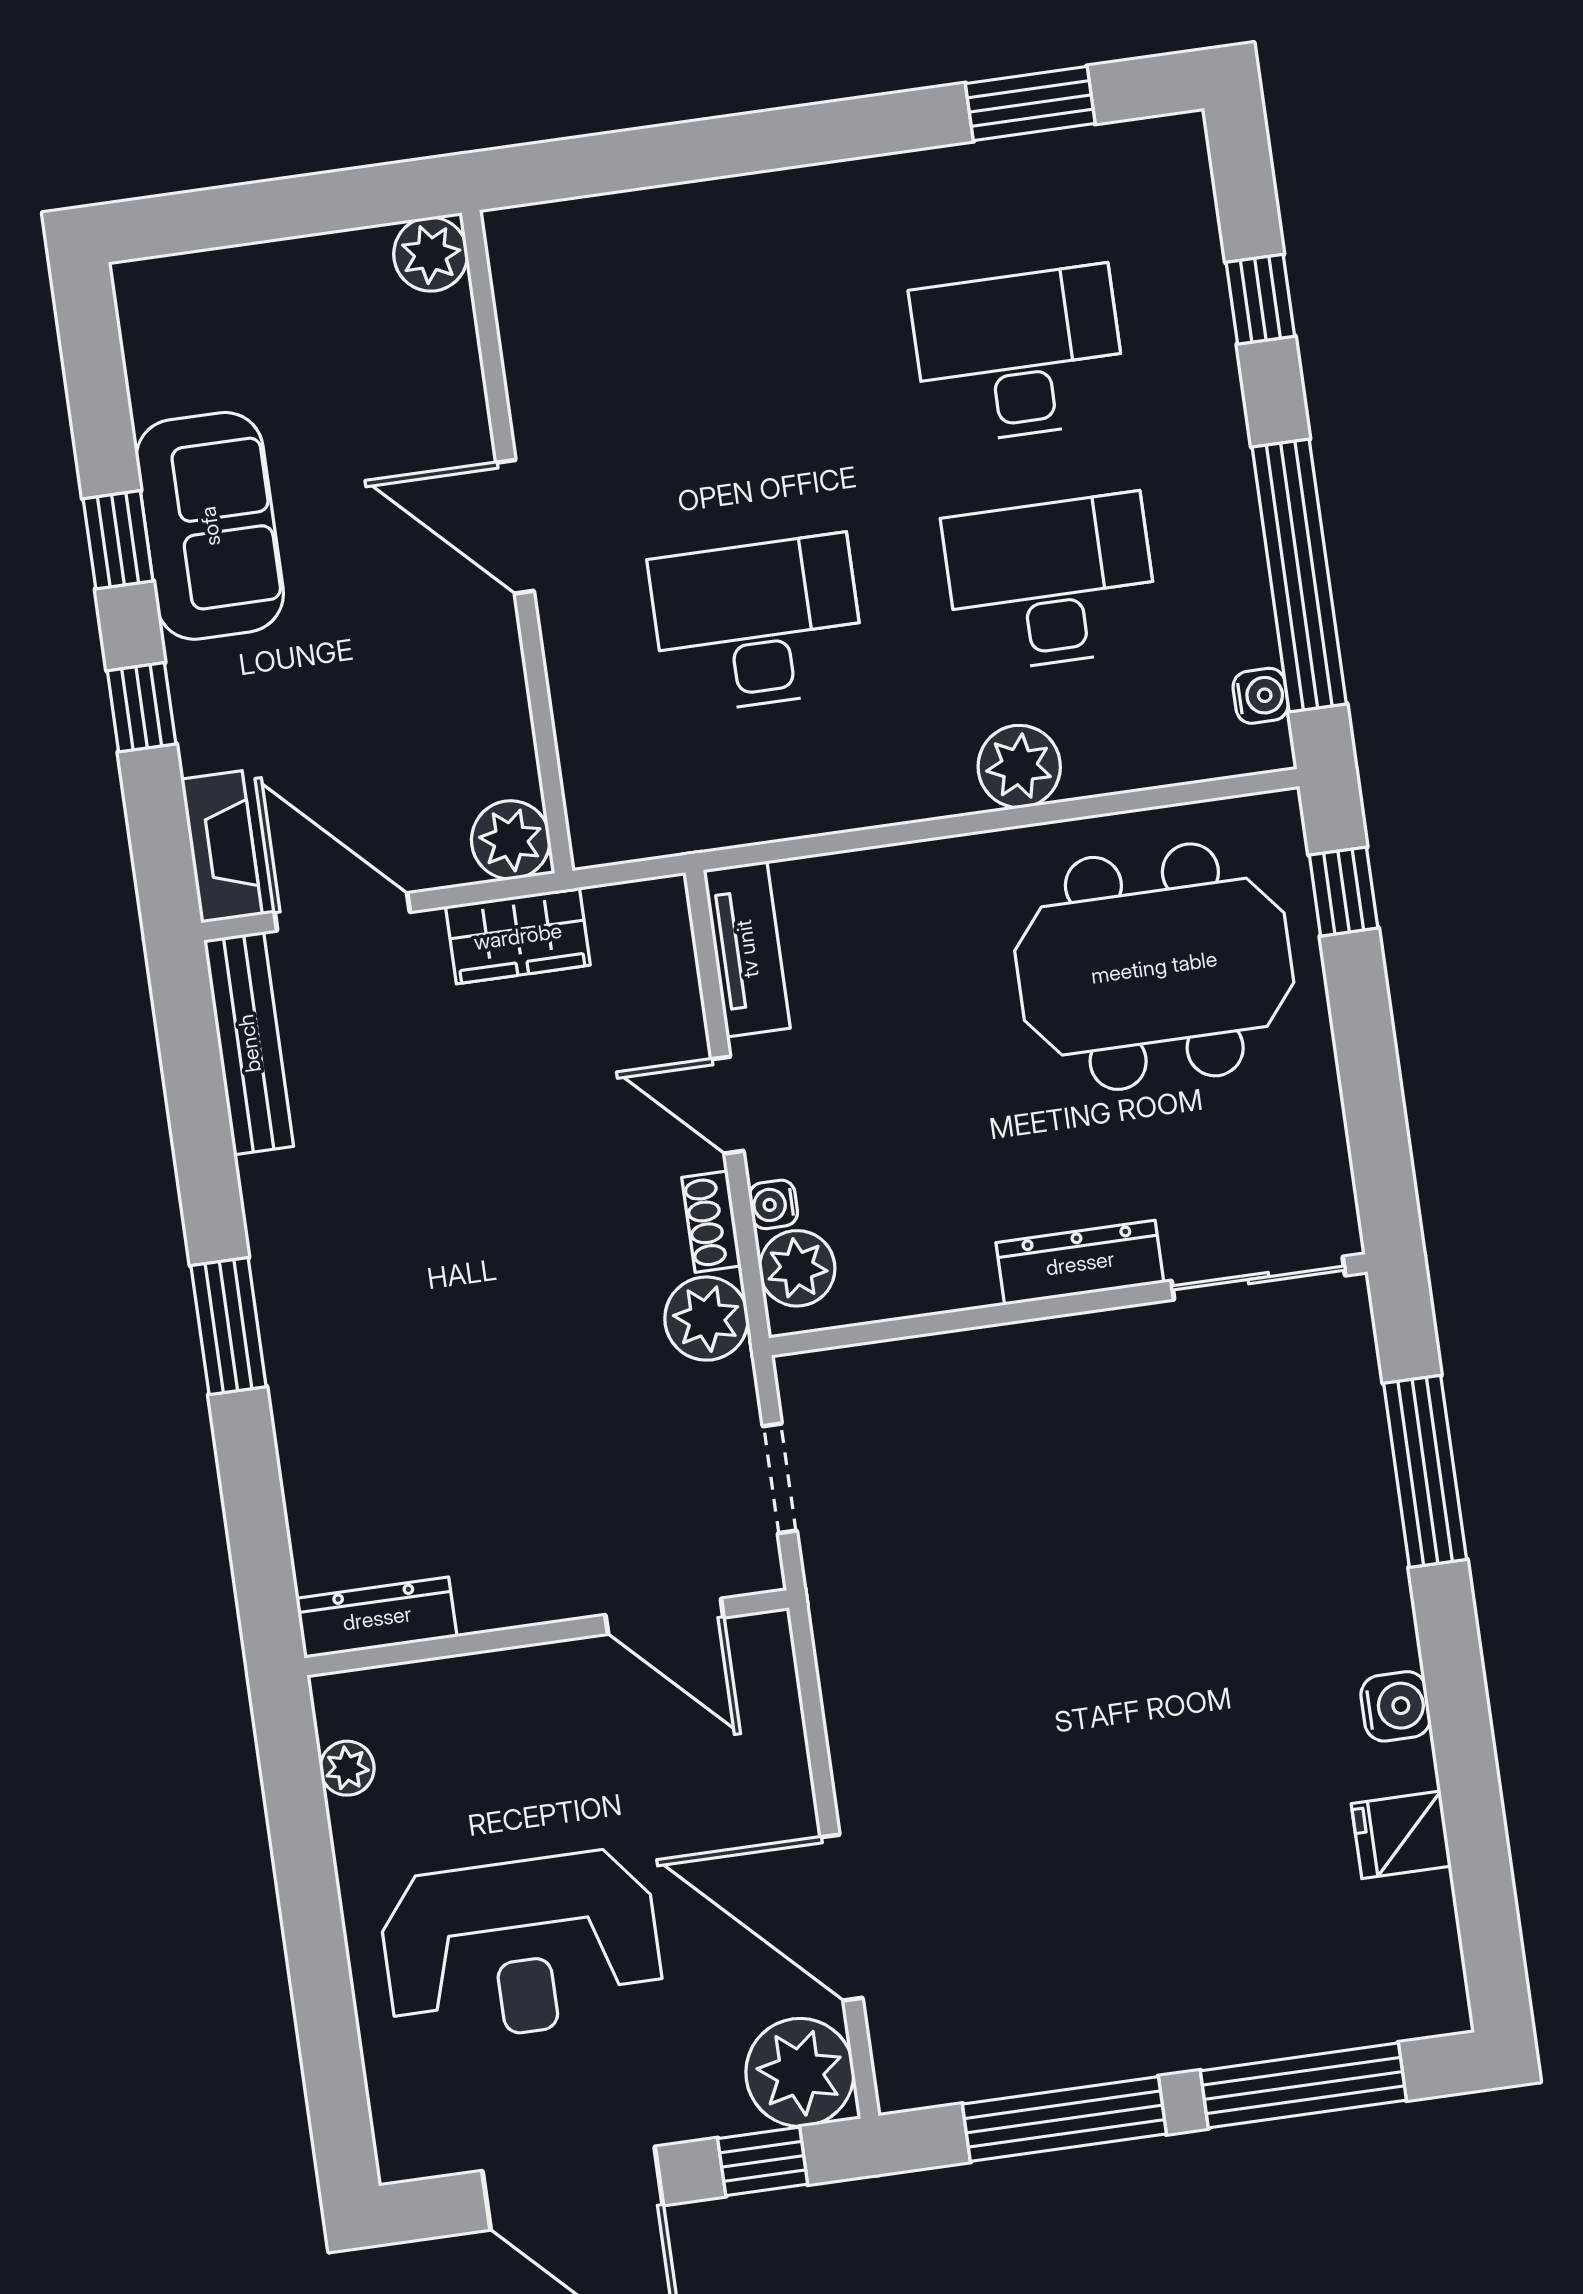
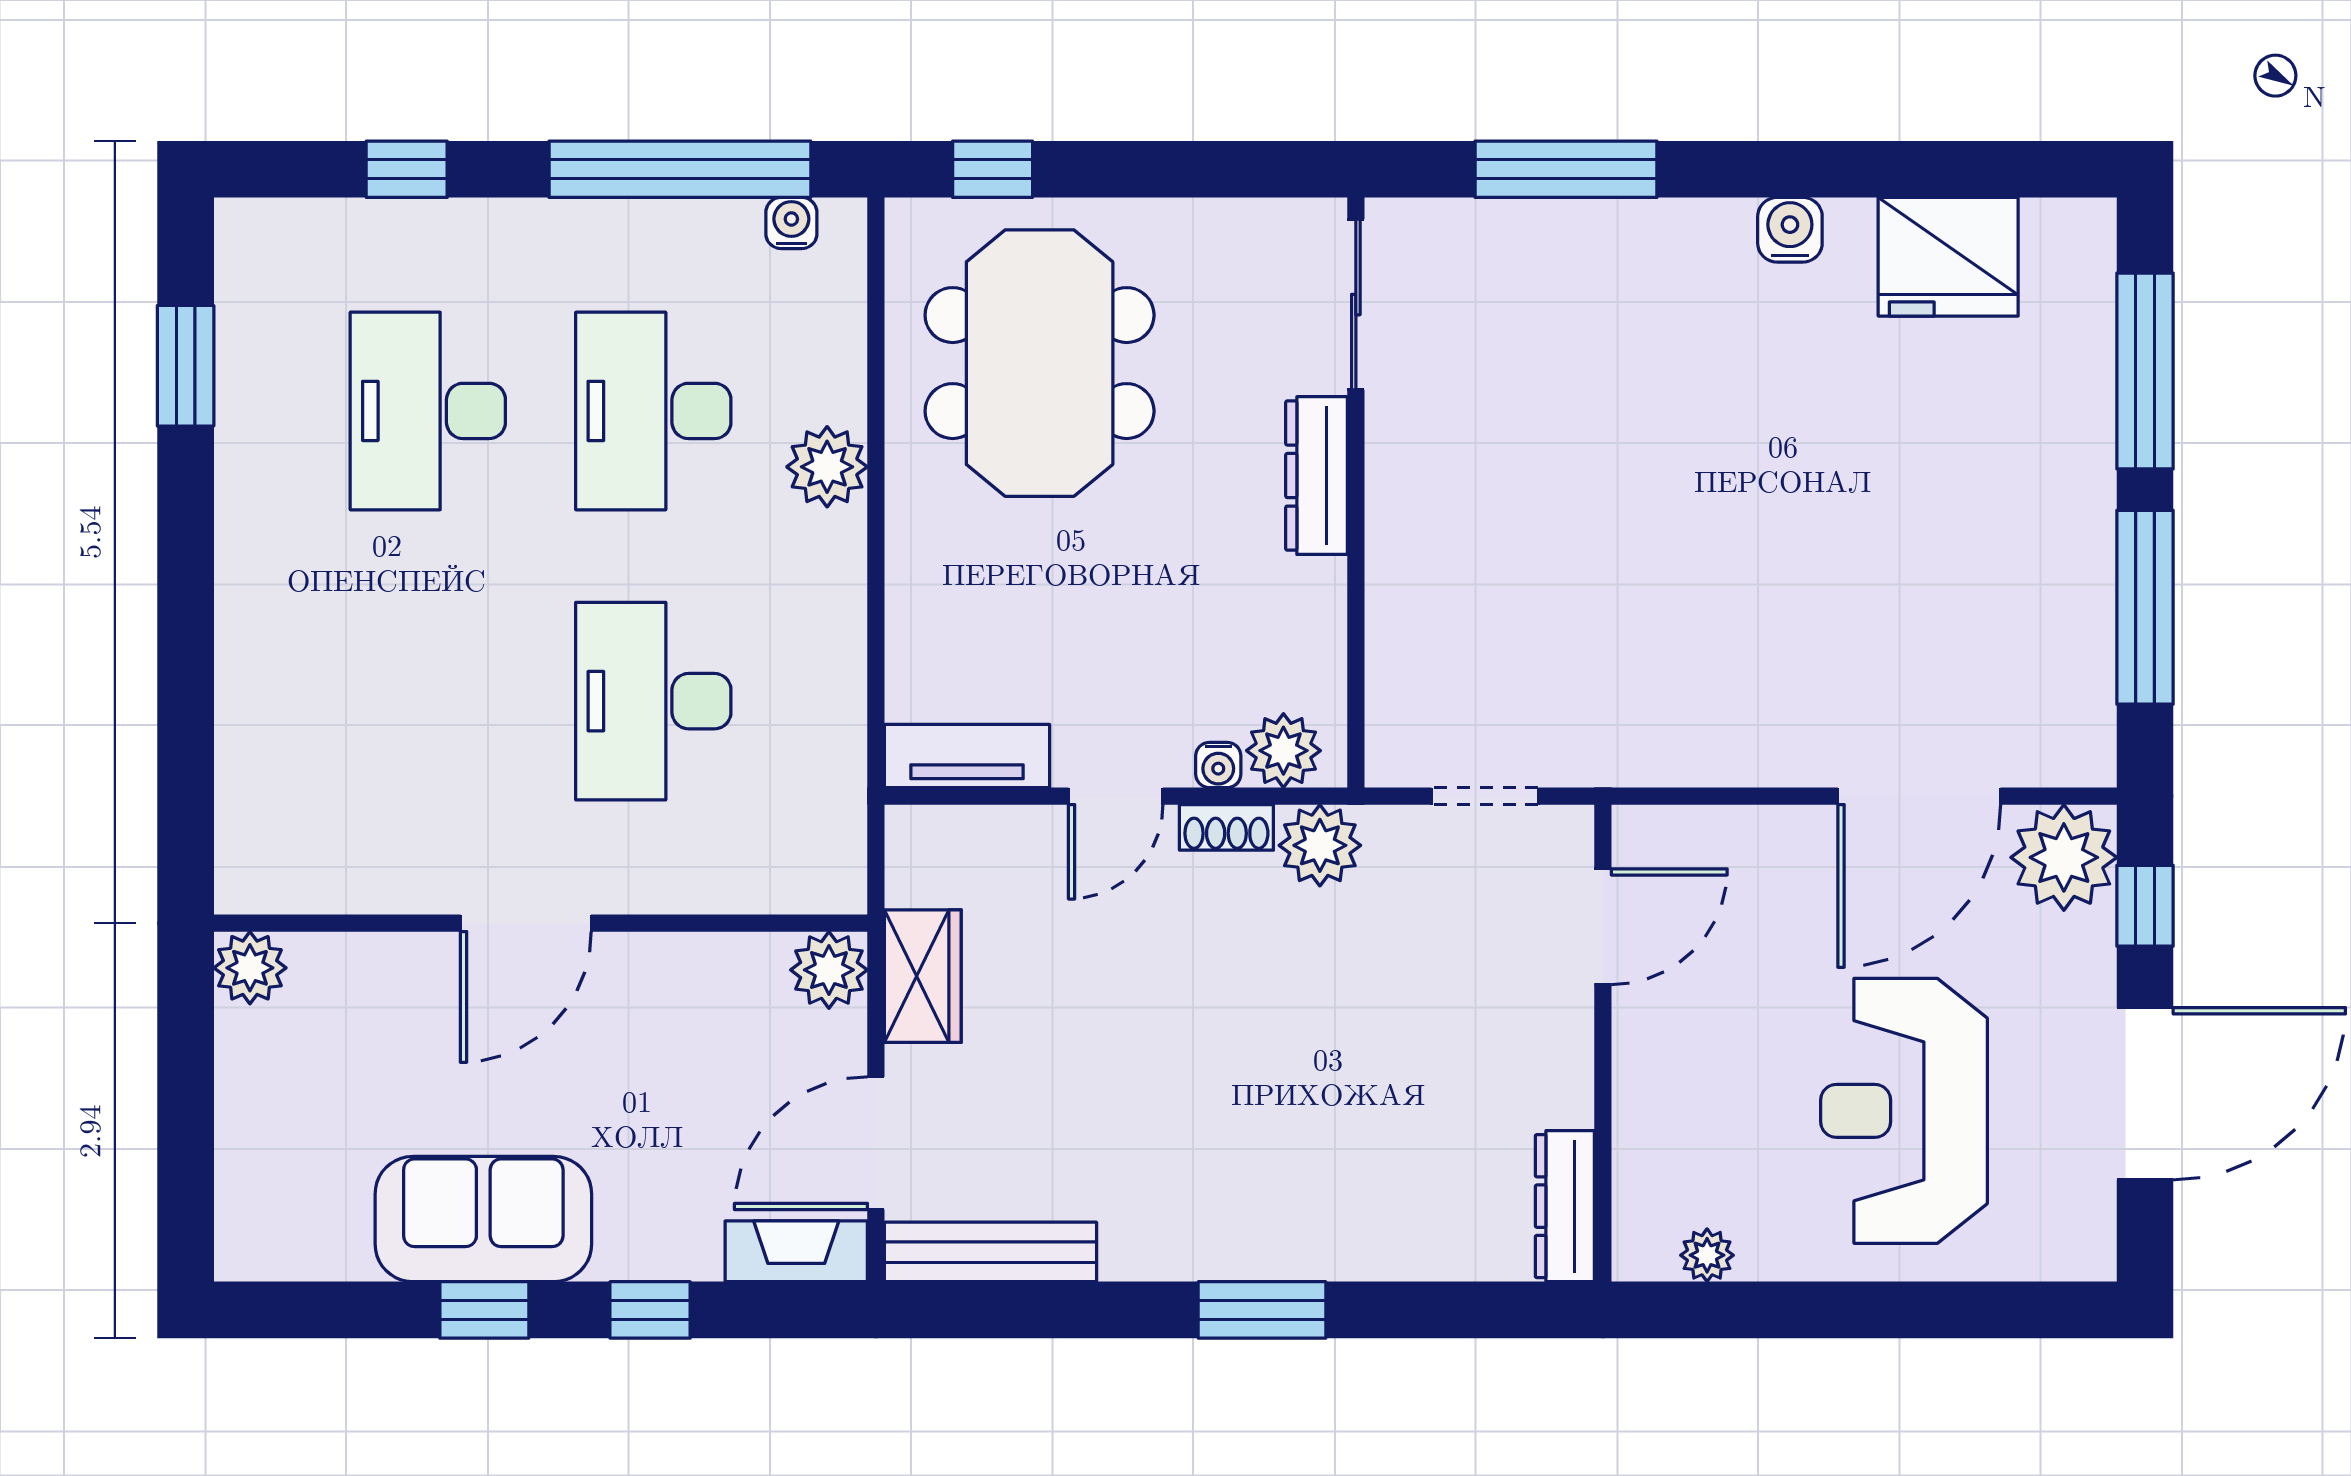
fridge: (1401, 1835) -> (1948, 257), width x1.88, depth x1.34
reception desk: (521, 1947) -> (1904, 1111), turned 180

